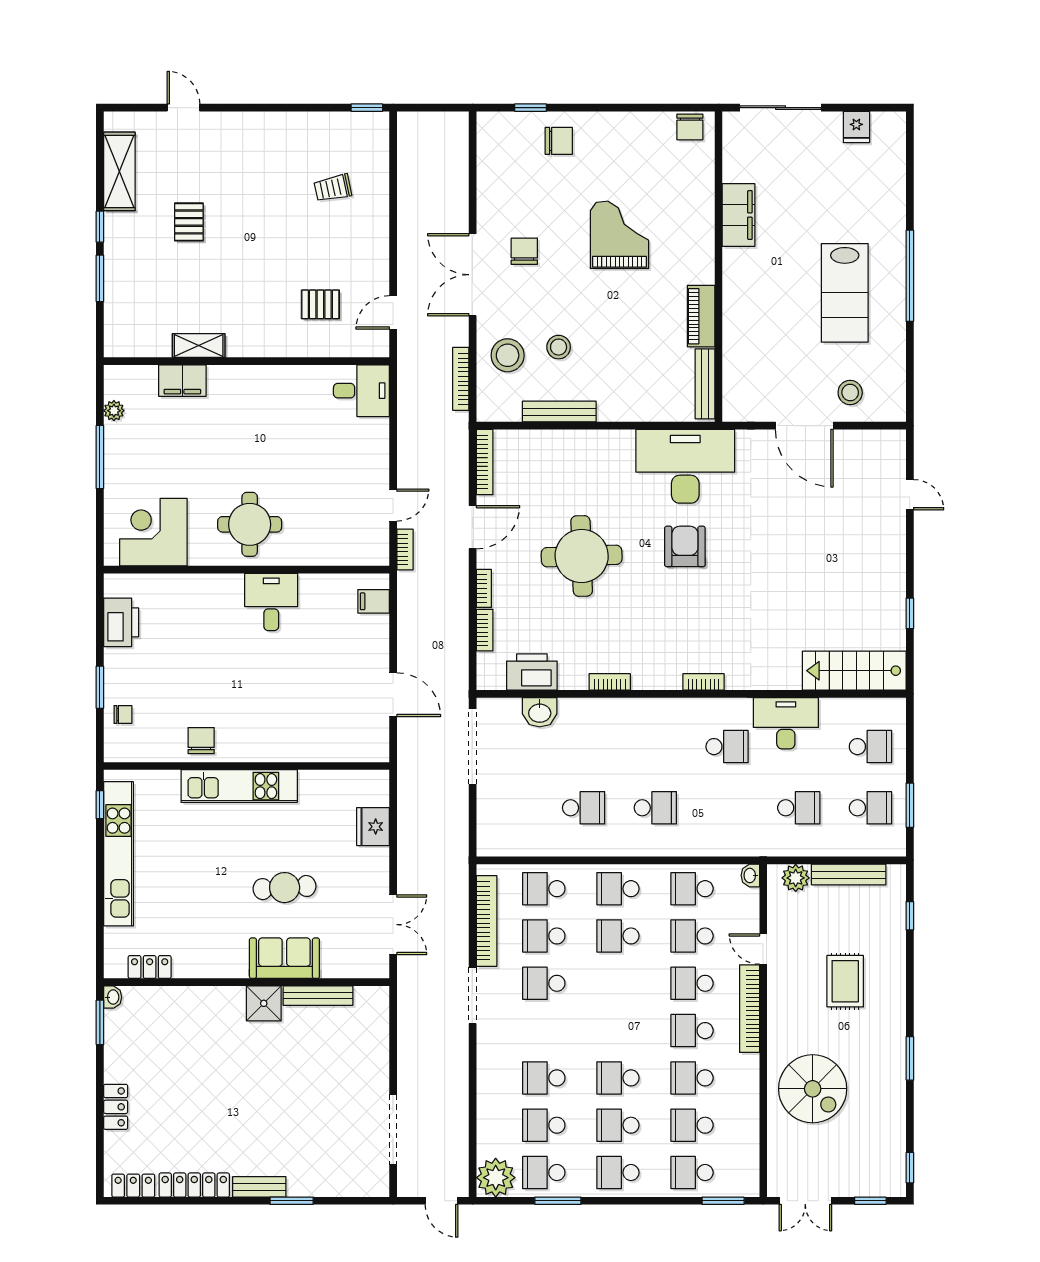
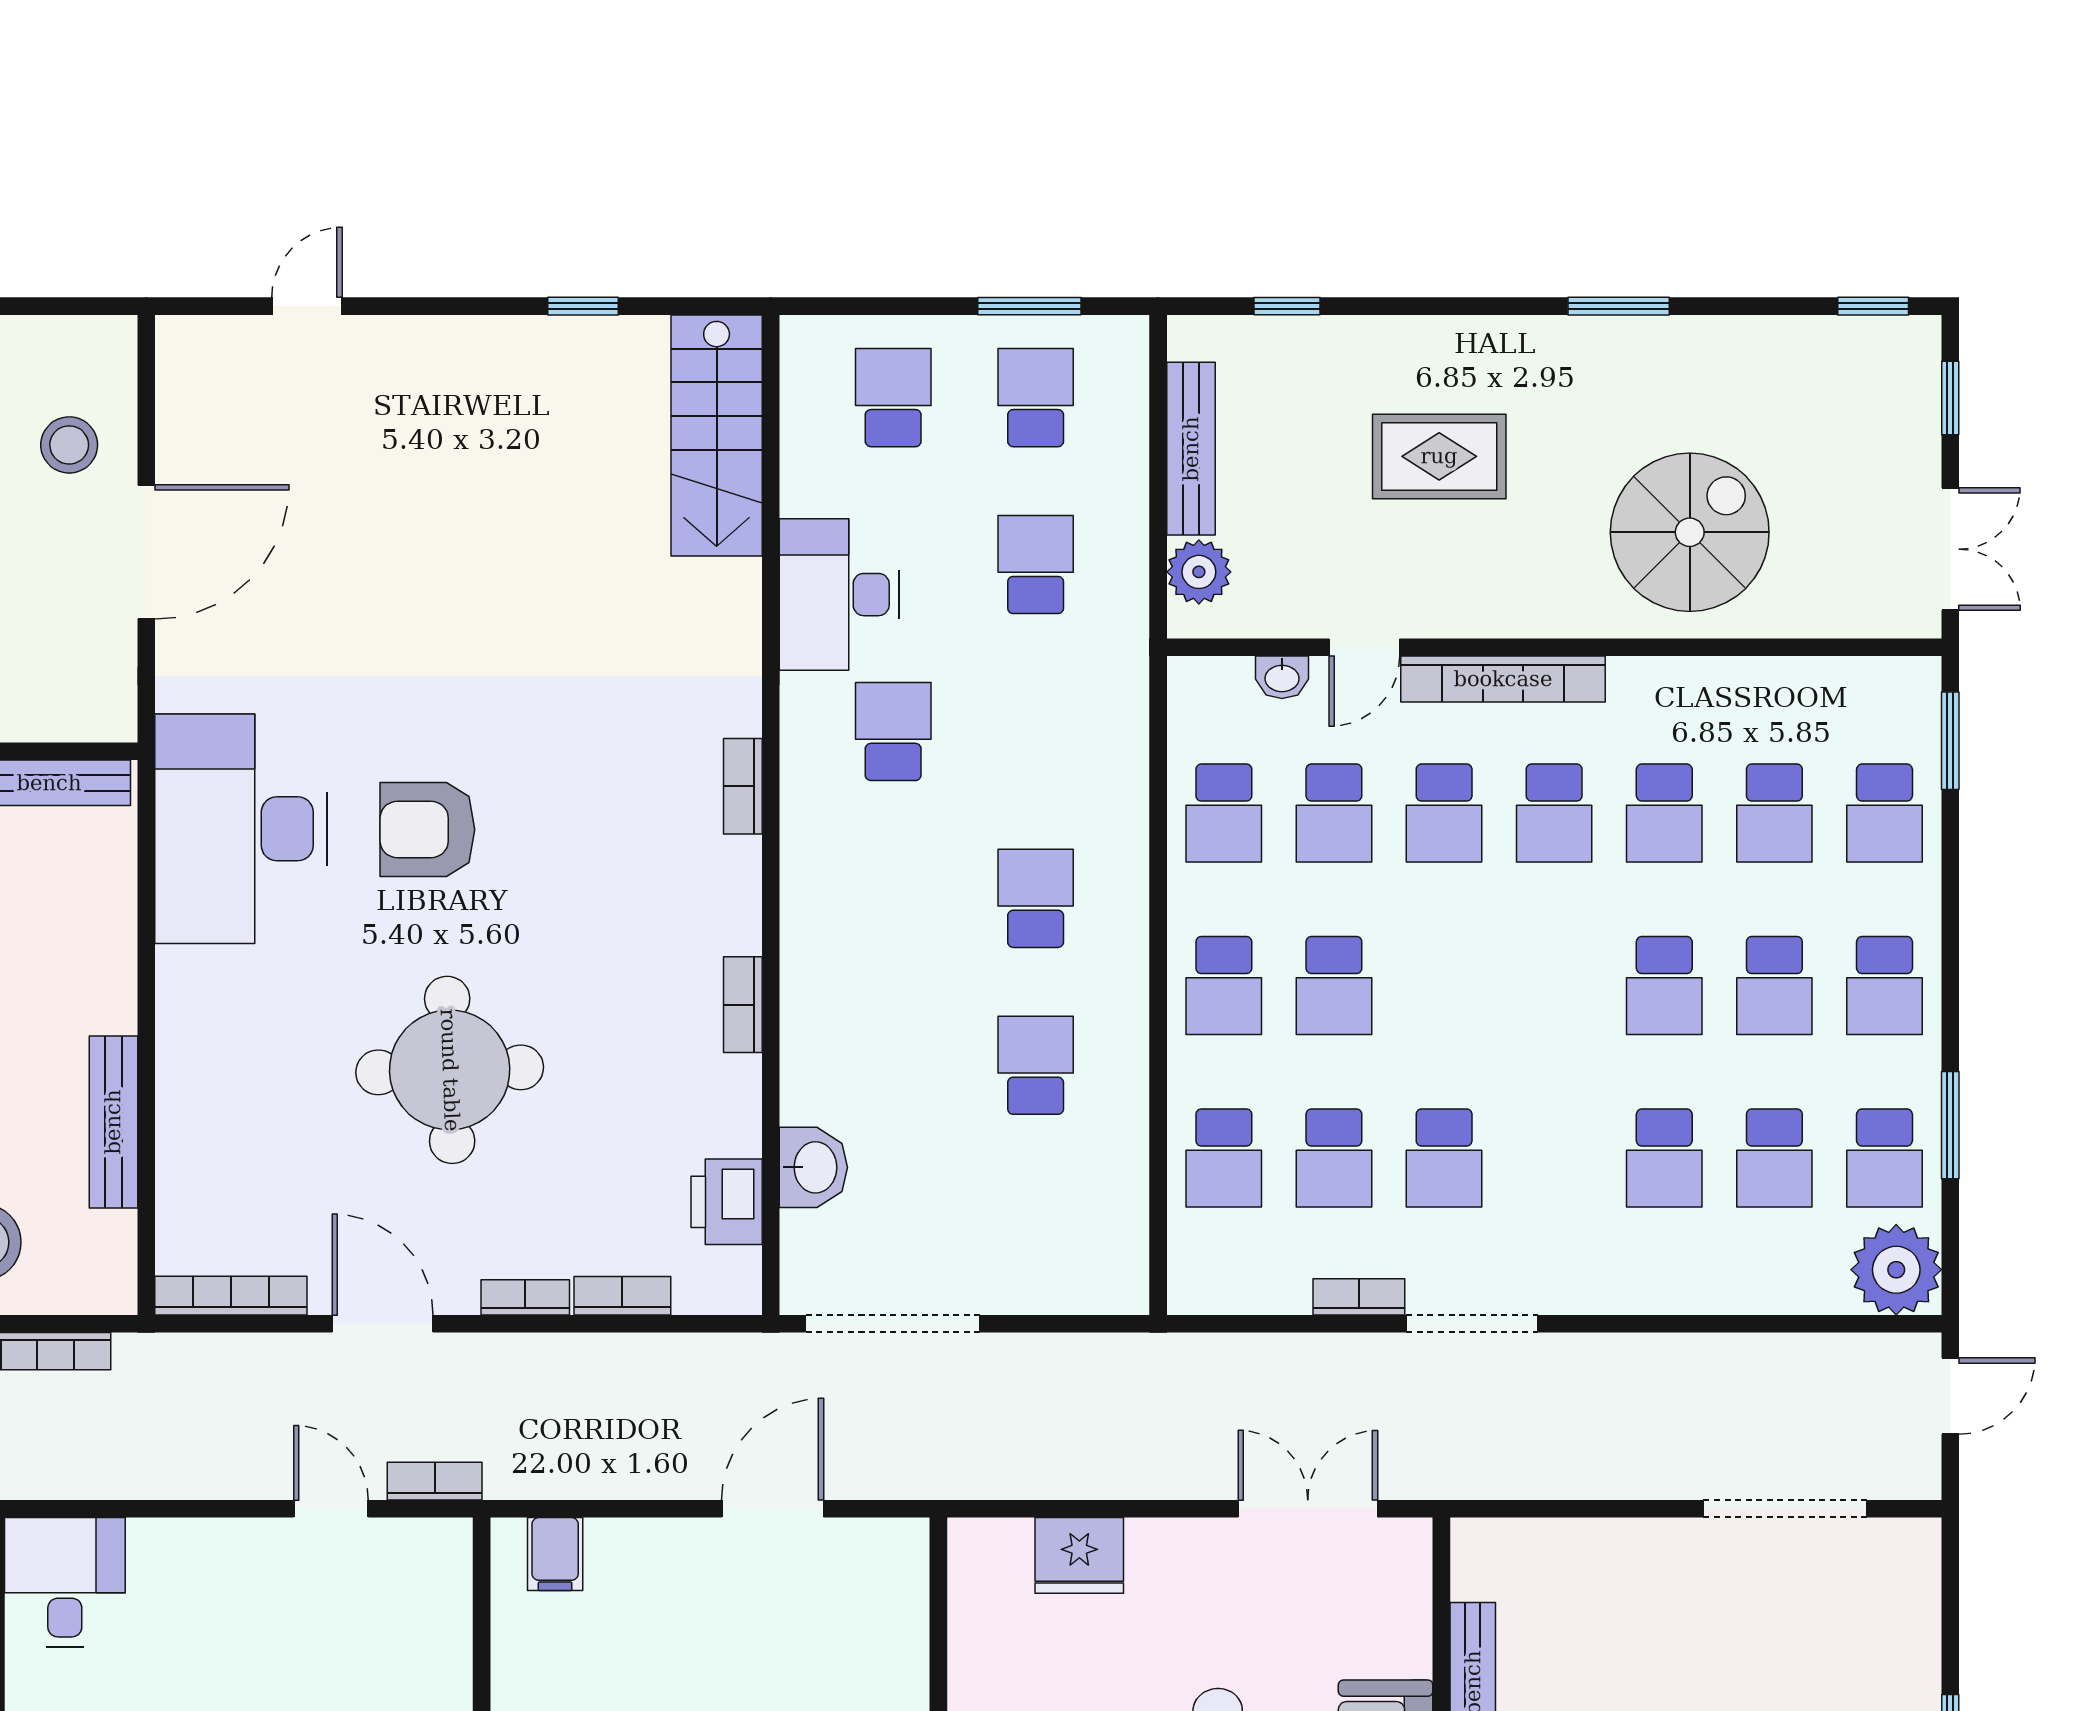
printer: (532, 672) -> (727, 1202), width x0.73, depth x0.84
washbasin: (750, 875) -> (1282, 677), moved
bookcase: (487, 921) -> (1359, 1297), width x0.43, depth x0.76

